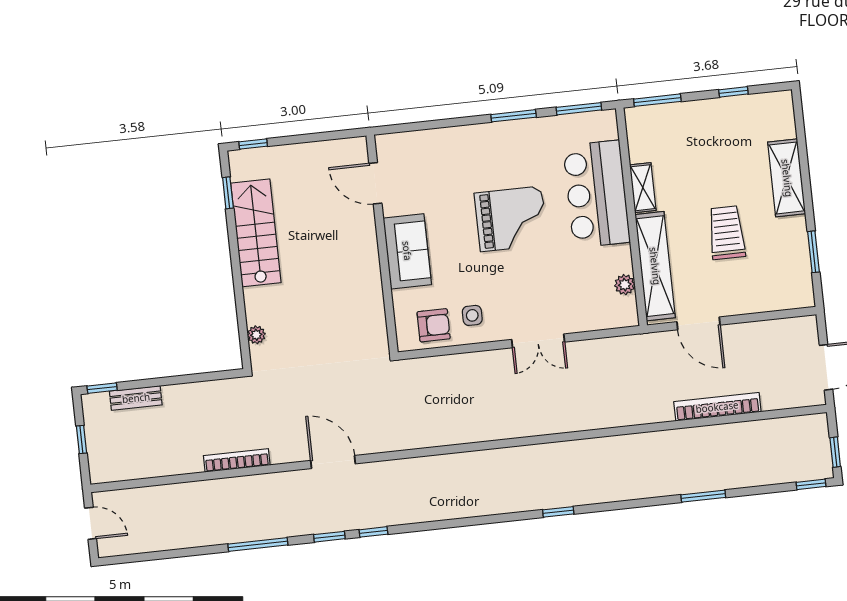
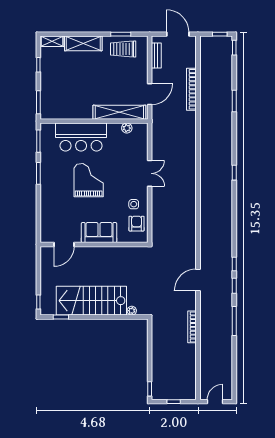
shelving: (643, 188) -> (52, 41), moved
stairs: (256, 233) -> (91, 301), width x1.36, depth x1.51
trolley: (727, 233) -> (123, 49), moved
bench: (136, 398) -> (156, 56), moved

